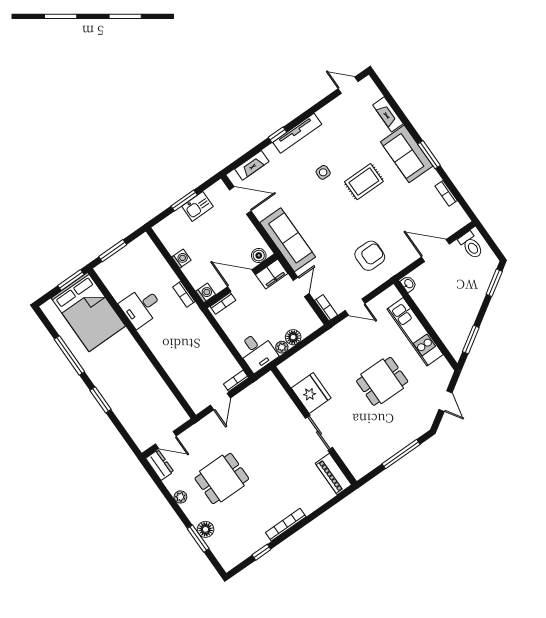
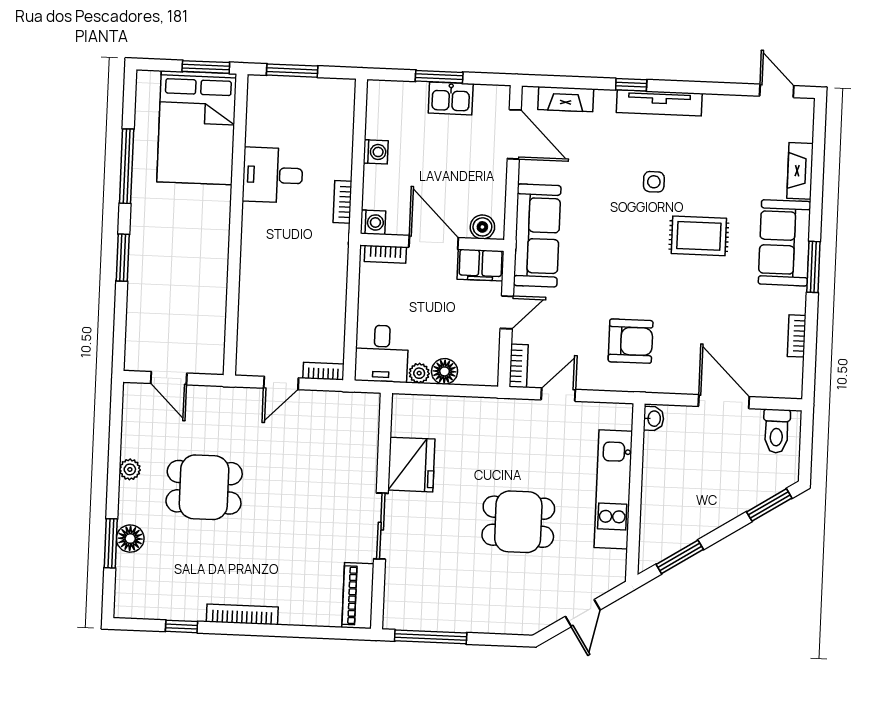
door: (355, 307) -> (558, 395), swing flipped
window: (401, 454) -> (431, 637), moved
dresser: (160, 465) -> (135, 405), removed

